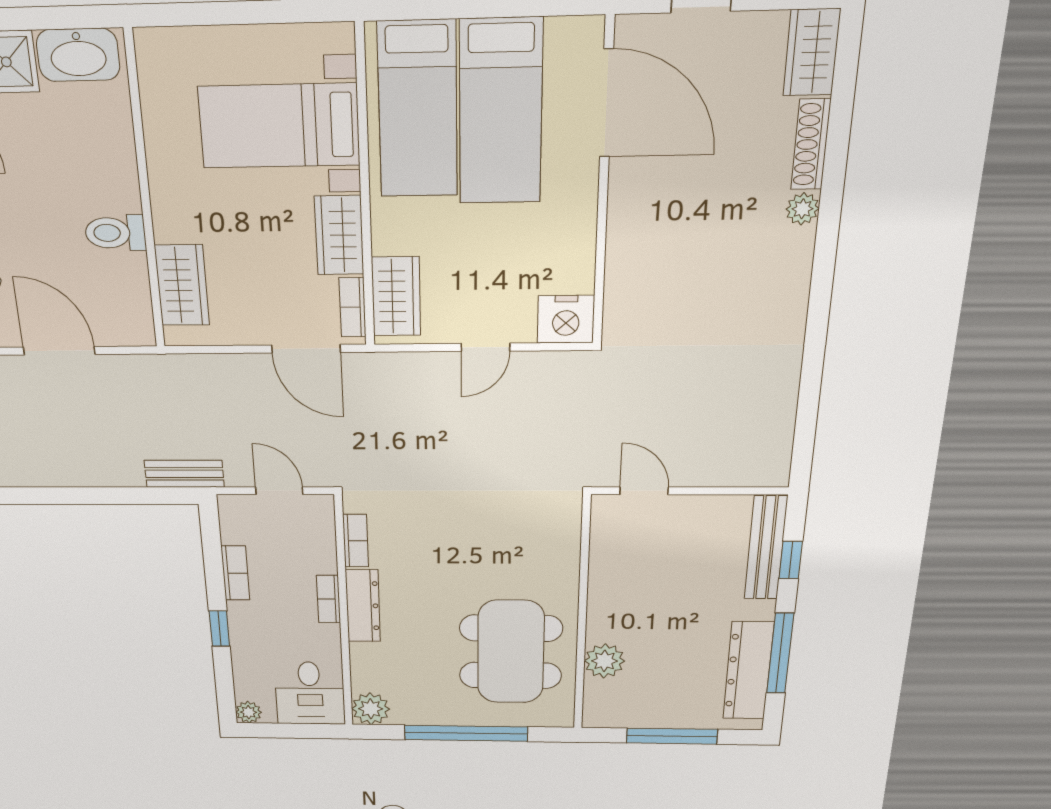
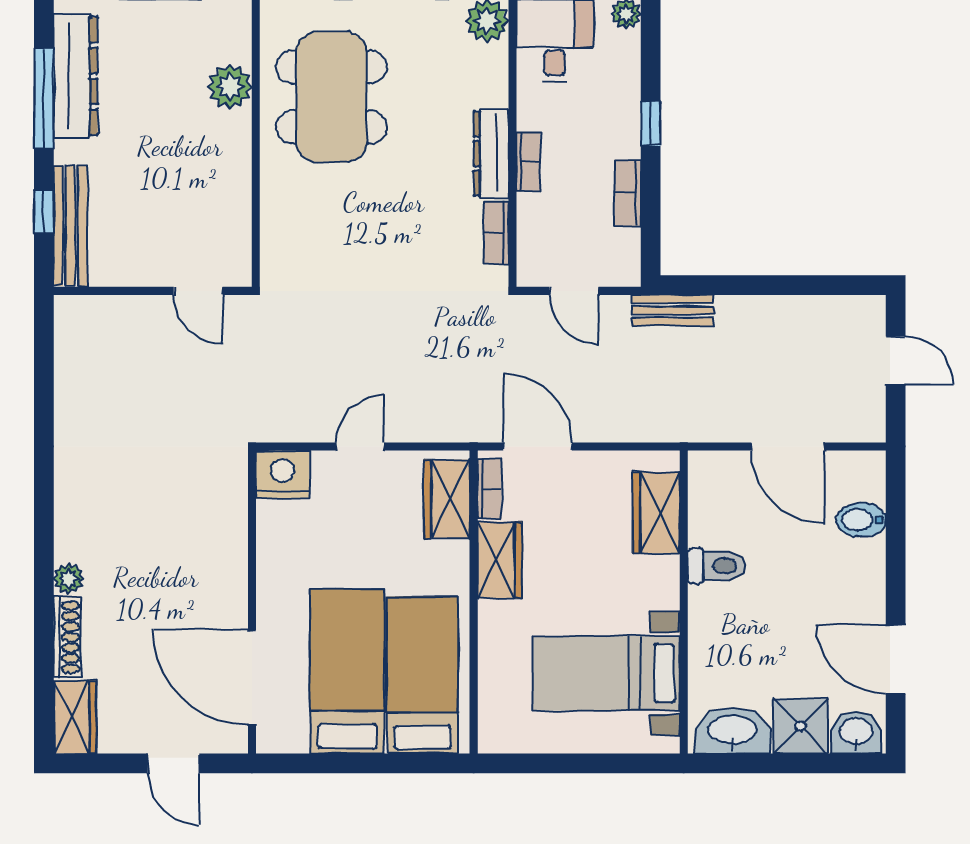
bed with nightstands: (279, 126) -> (606, 673), moved, turned 180

